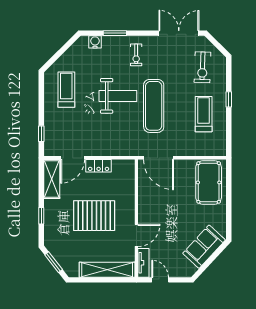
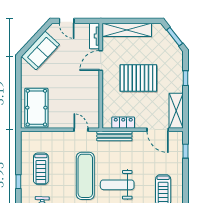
bench: (121, 151) -> (114, 136), added
door: (73, 158) -> (158, 130), swing flipped
door: (159, 158) -> (81, 130), width x0.53
locker: (99, 166) -> (123, 123), moved
door: (160, 280) -> (67, 21), moved

